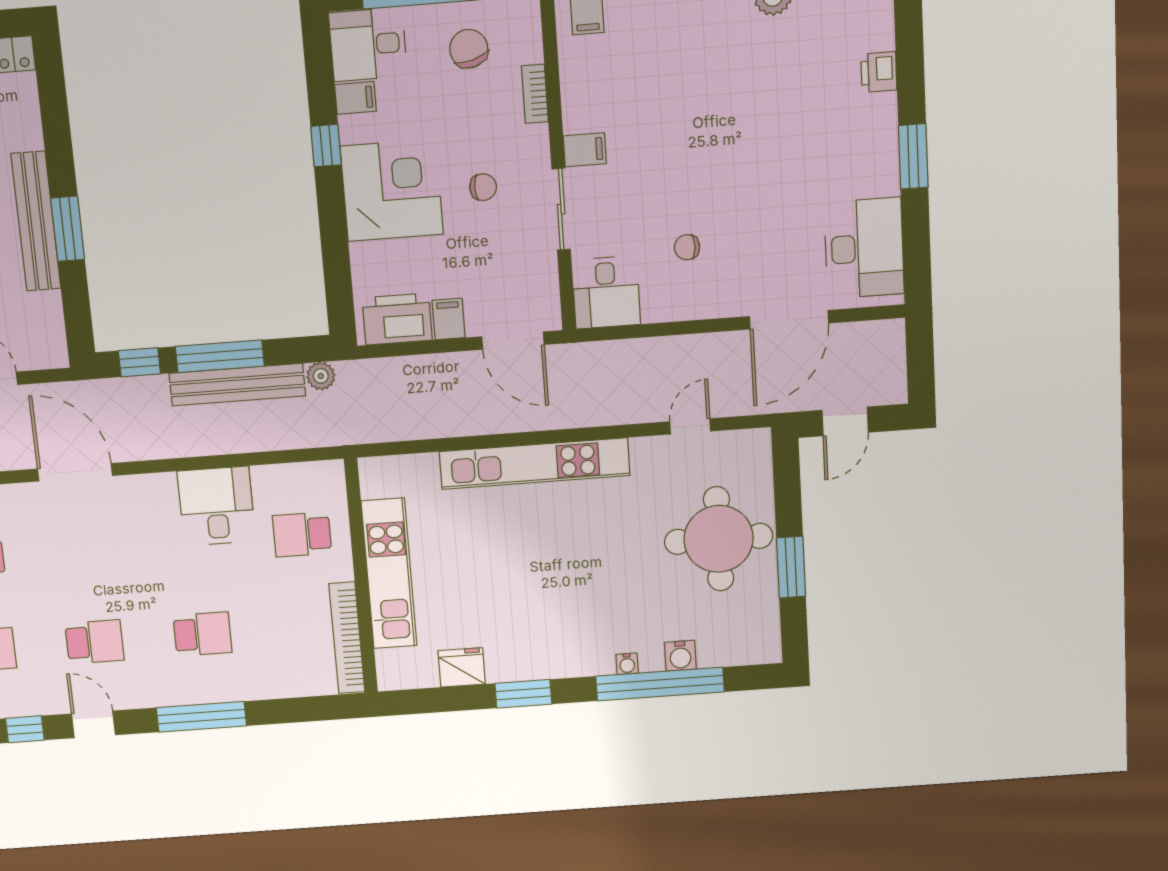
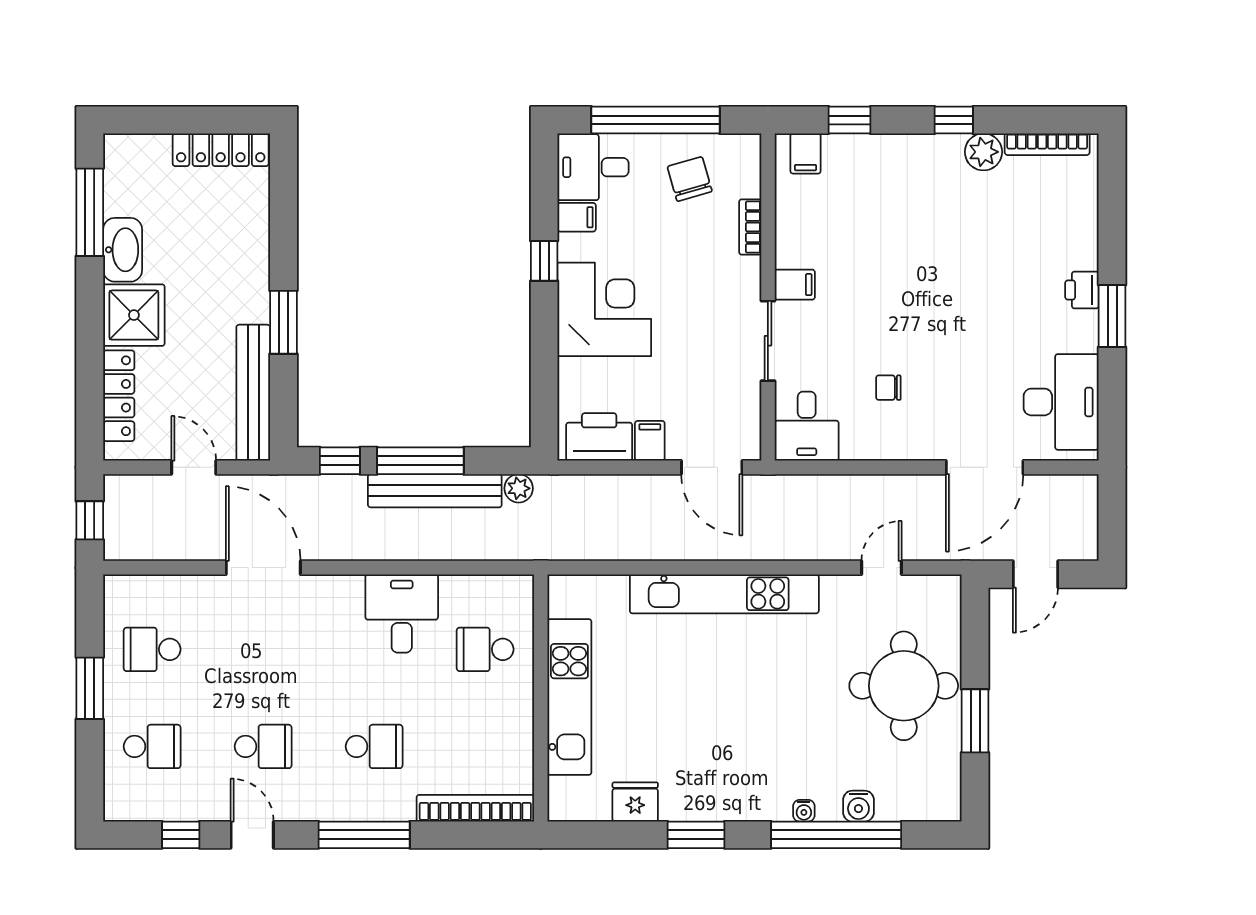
printer: (879, 72) -> (1082, 290), moved
chair: (483, 187) -> (694, 313), removed
bench: (36, 221) -> (253, 393), moved
bookcase: (347, 638) -> (475, 808), moved, turned 90

